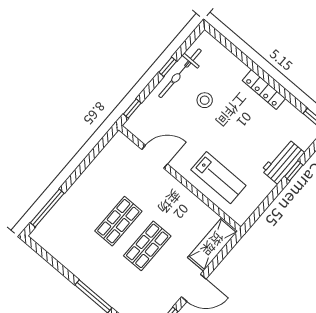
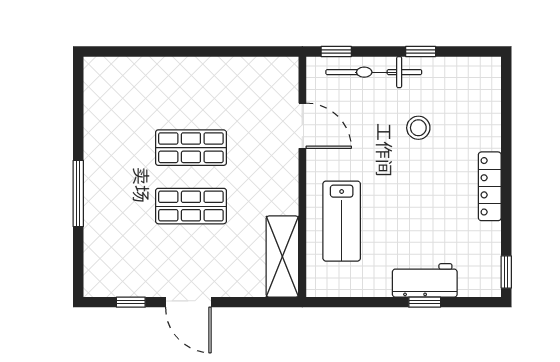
bicycle: (180, 73) -> (374, 72), moved
window: (47, 208) -> (136, 52), removed
shelving: (213, 244) -> (282, 257), moved, turned 90

